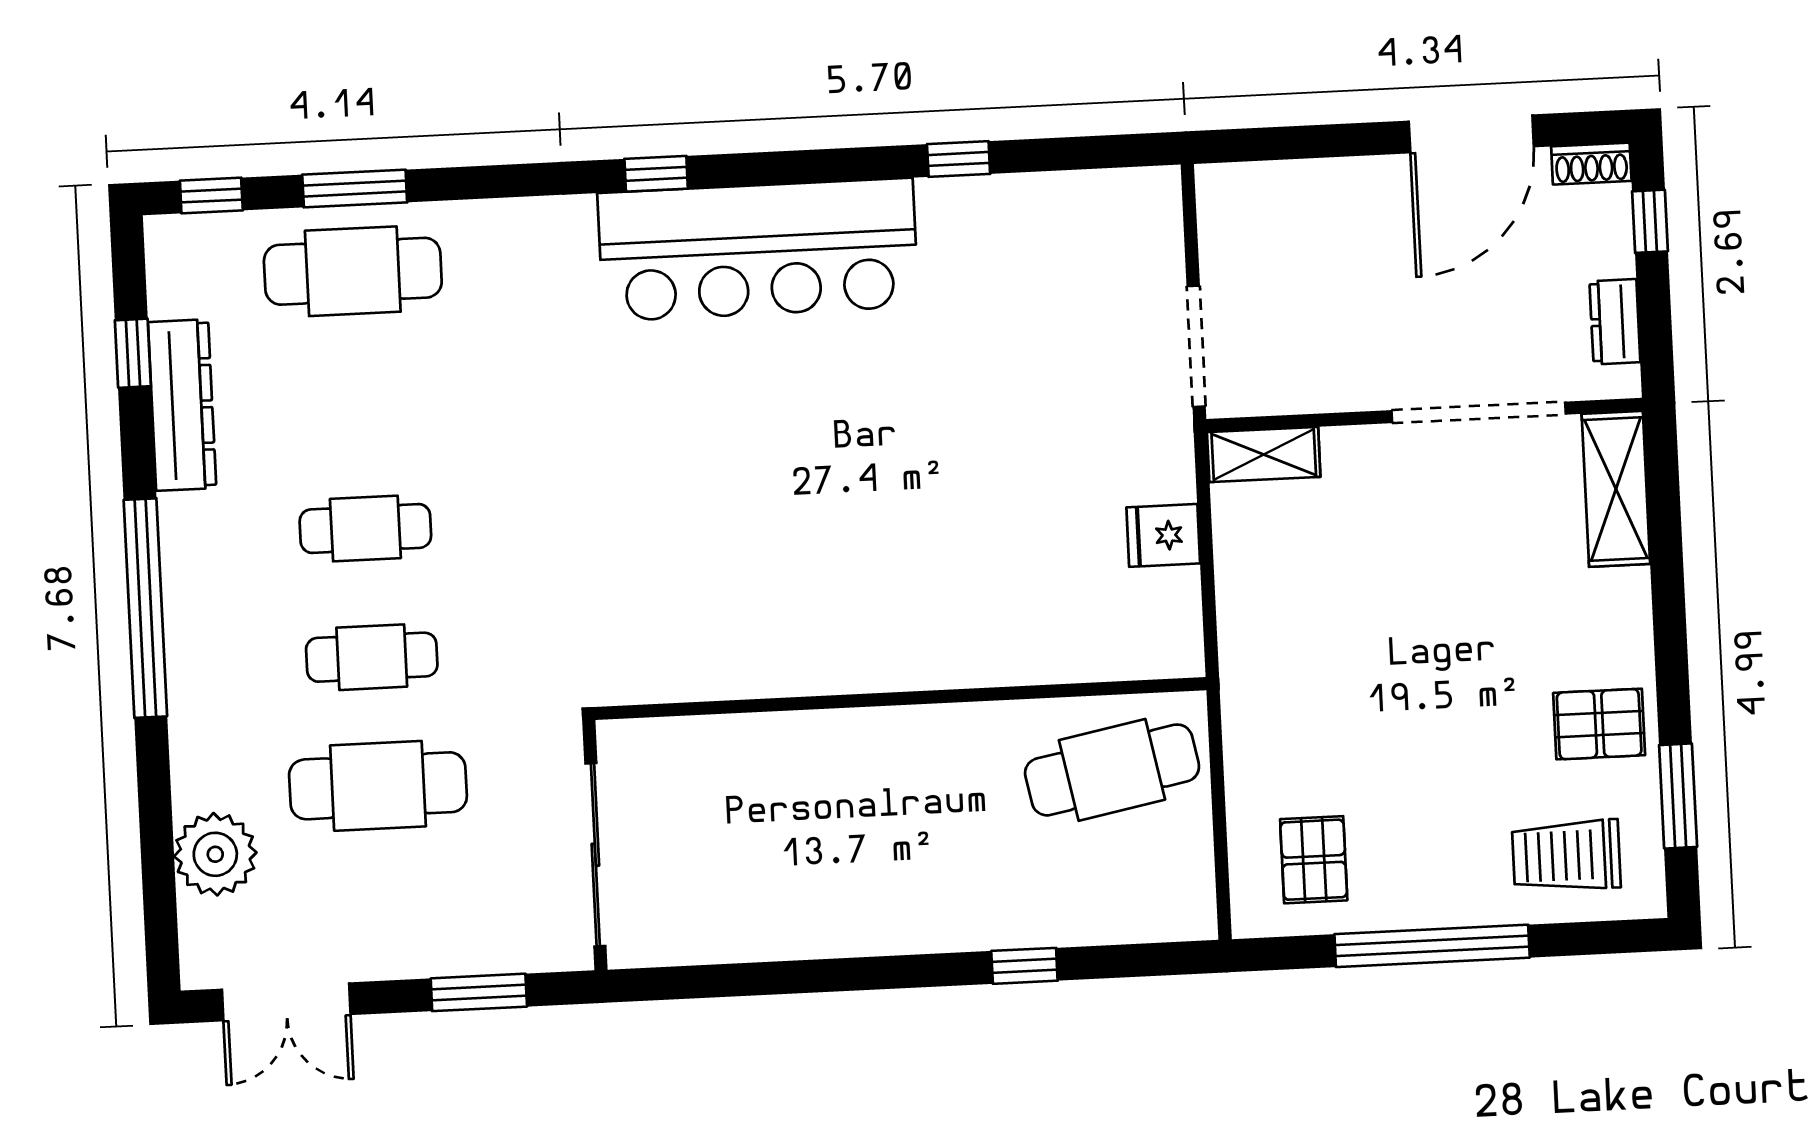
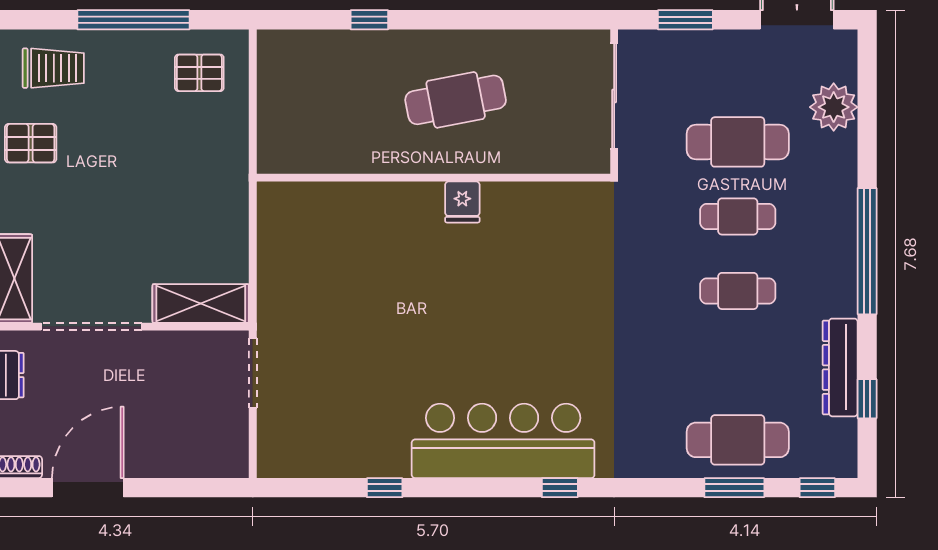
shelving: (1264, 454) -> (201, 304), width x1.50, depth x1.33
fridge: (1163, 535) -> (462, 202), moved, turned 90
cafe table: (1112, 770) -> (456, 100), moved
pallet: (1314, 860) -> (199, 73), turned 90

